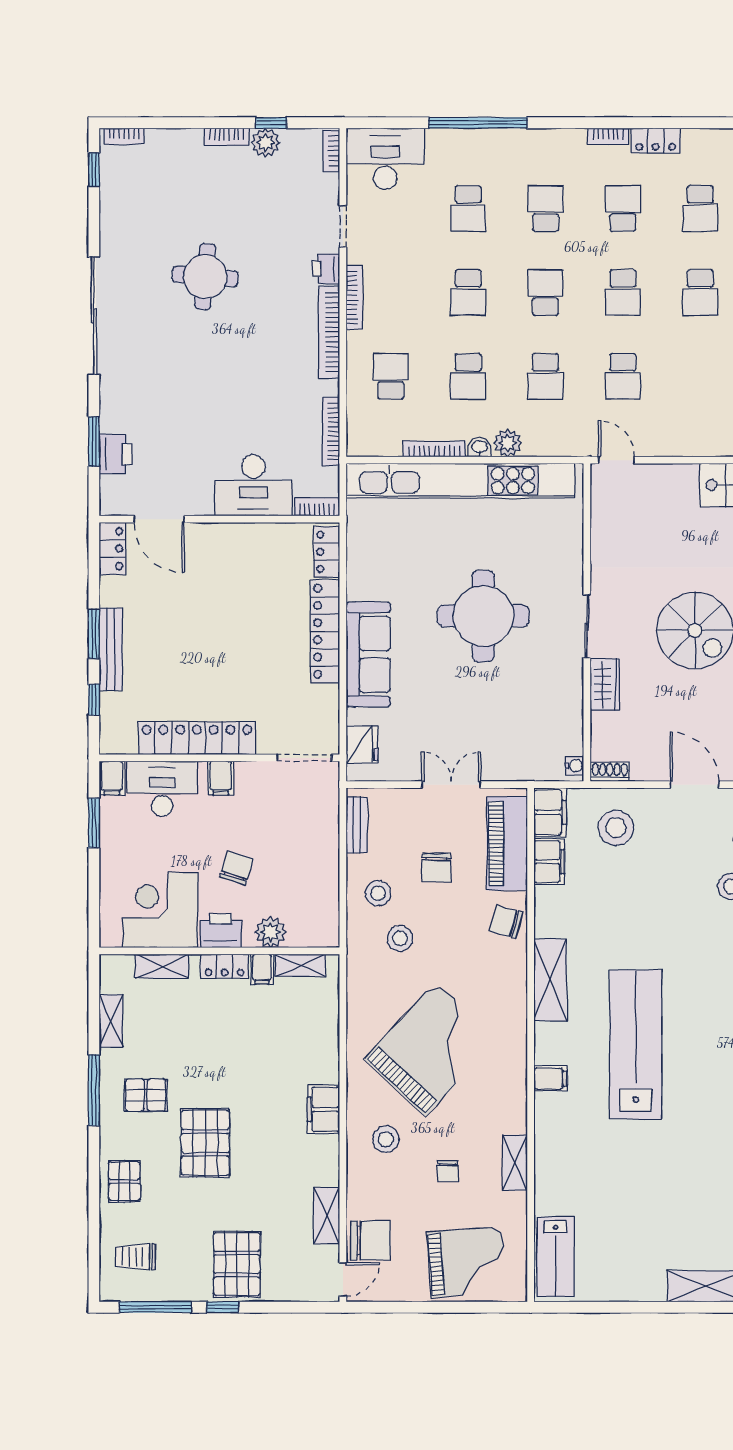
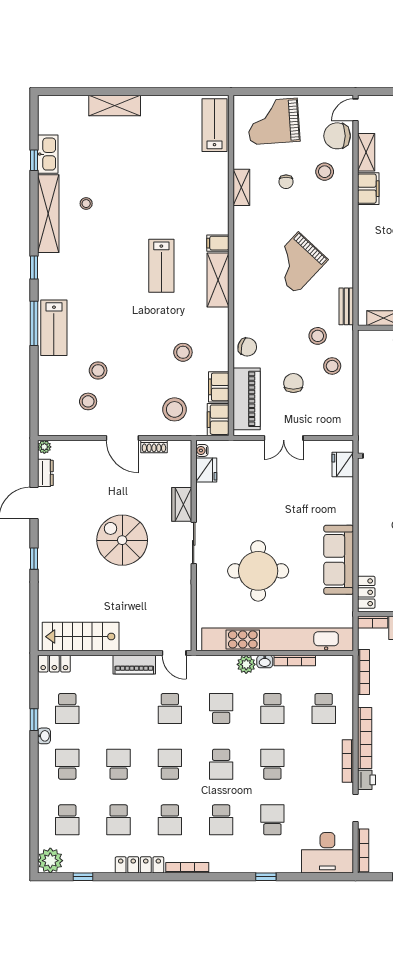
window: (478, 123) -> (266, 877), width x0.32
bookcase: (608, 136) -> (187, 868), width x1.56
locker: (656, 141) -> (139, 865), width x1.53
bookcase: (331, 151) -> (363, 850), width x1.56
school desk: (700, 209) -> (119, 820), turned 180
school desk: (468, 376) -> (272, 709), turned 180
school desk: (623, 376) -> (170, 709), turned 180
piano: (677, 443) -> (134, 665), added
round table: (483, 616) -> (258, 571), moved
locker: (325, 631) -> (367, 540), removed
sofa: (368, 654) -> (339, 560), moved
fridge: (568, 736) -> (206, 470), added
shoe rack: (610, 772) -> (154, 446), moved
bench: (357, 825) -> (346, 306), moved
stool: (603, 914) -> (183, 352), added
shelving: (550, 980) -> (218, 280), moved
lab bench: (636, 1044) -> (161, 266), width x0.54, depth x0.72
grand piano: (431, 1049) -> (297, 263), width x0.73, depth x0.68
filing cabinet: (323, 1109) -> (368, 189), moved
stool: (386, 1139) -> (325, 172), moved
chair: (448, 1171) -> (286, 182), turned 180

